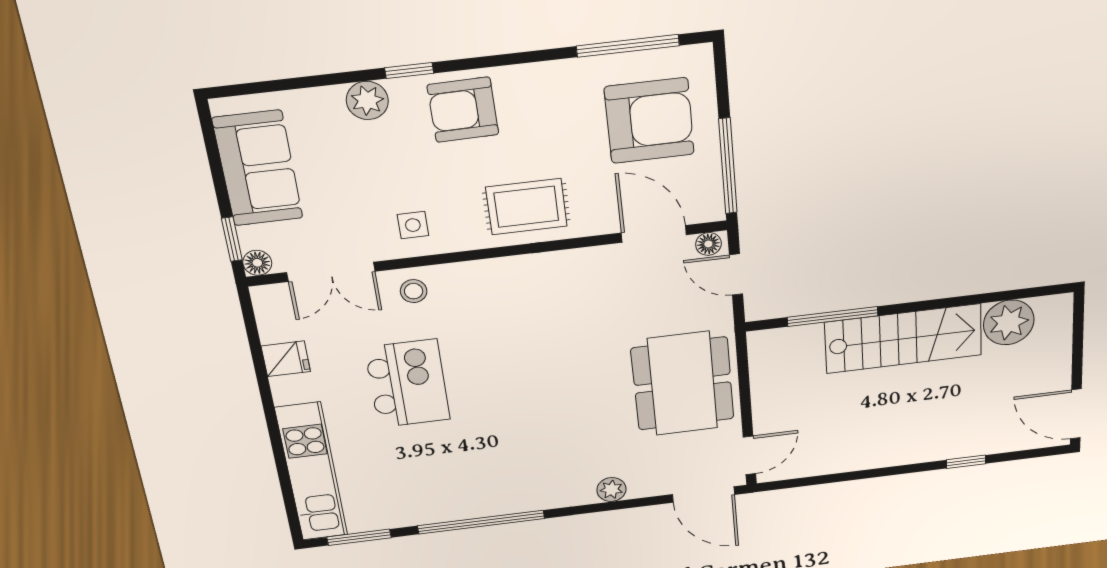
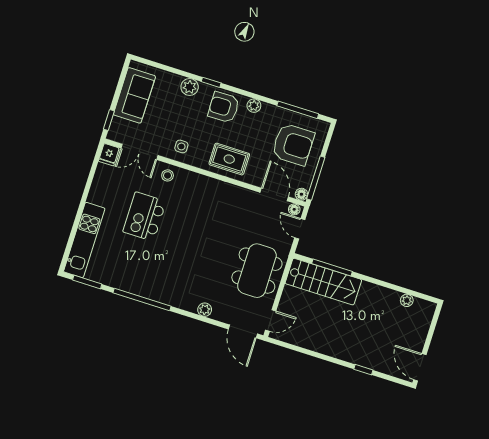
plant: (527, 78) -> (254, 106), added
floor lamp: (257, 263) -> (301, 194), moved
plant: (1009, 322) -> (407, 300), width x0.53, depth x0.53
stairs: (903, 339) -> (323, 282), moved
fridge: (286, 359) -> (109, 155), moved, turned 90
kitchen island: (408, 384) -> (144, 217), turned 180

